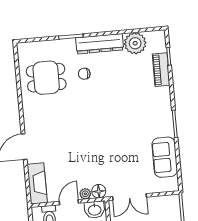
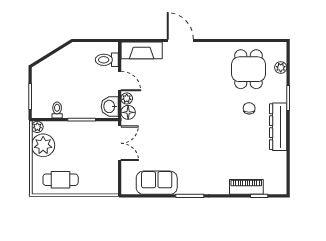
plant: (135, 43) -> (281, 67), moved, width x0.53, depth x0.53
double door: (129, 197) -> (120, 143), swing flipped

